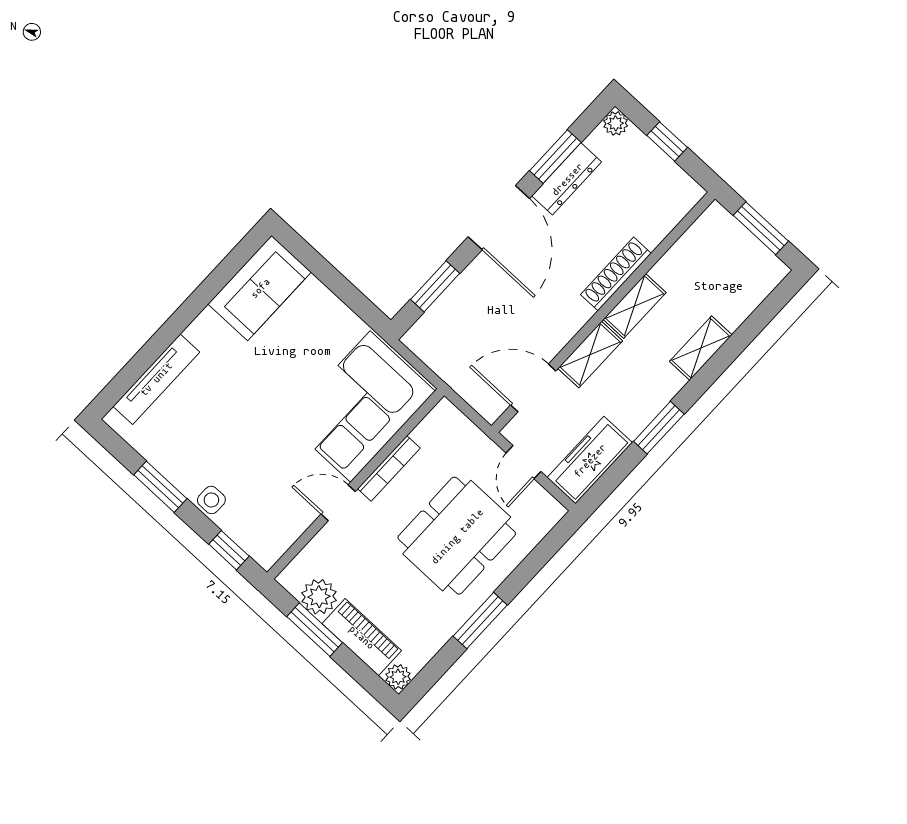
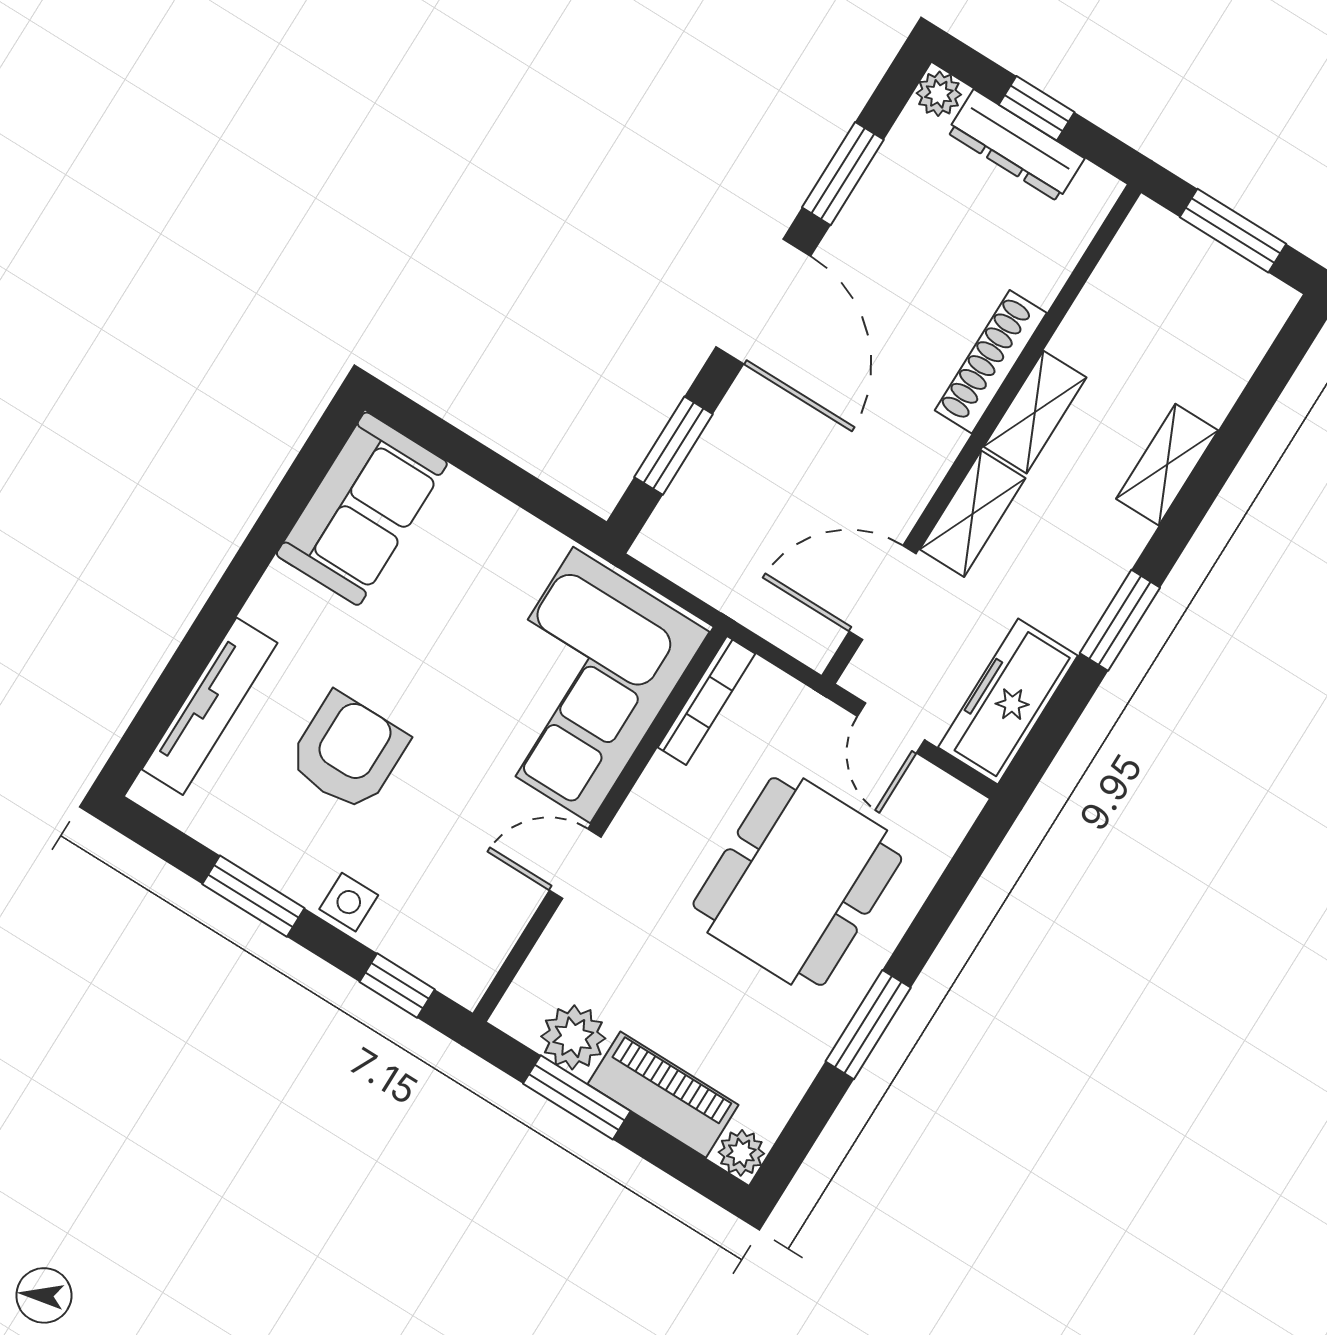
dresser: (567, 179) -> (1016, 145), moved, turned 90
armchair: (227, 419) -> (348, 752), added
bookcase: (389, 468) -> (707, 700), moved

